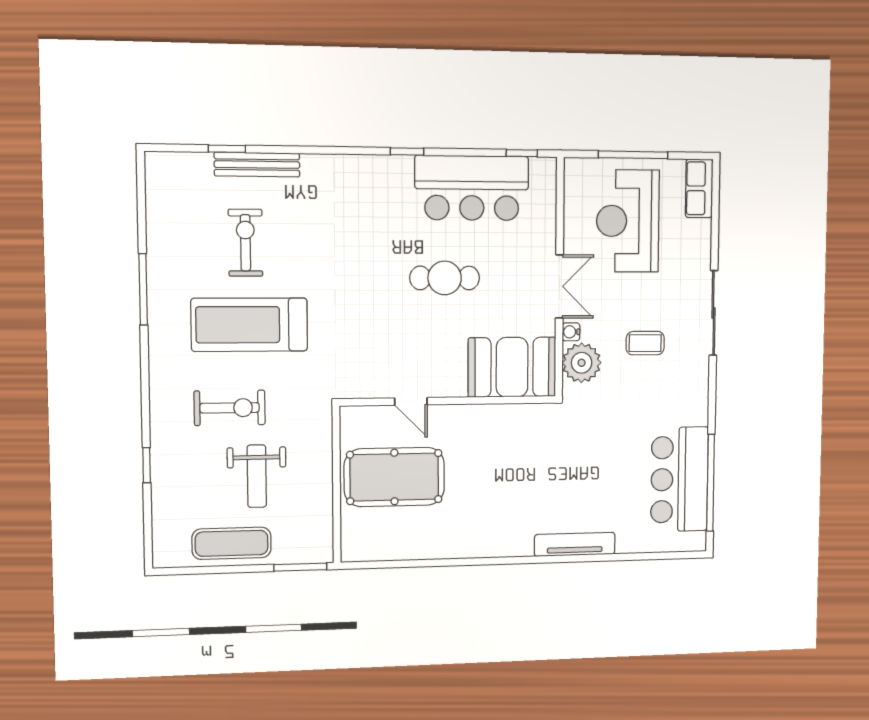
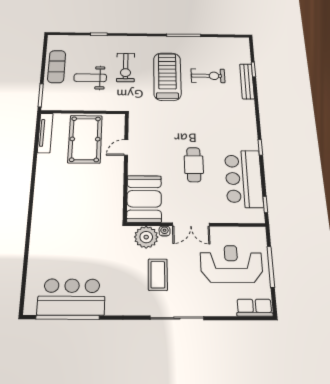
coffee table: (645, 343) -> (158, 275), width x1.36, depth x1.30
tv unit: (575, 544) -> (45, 133), moved

